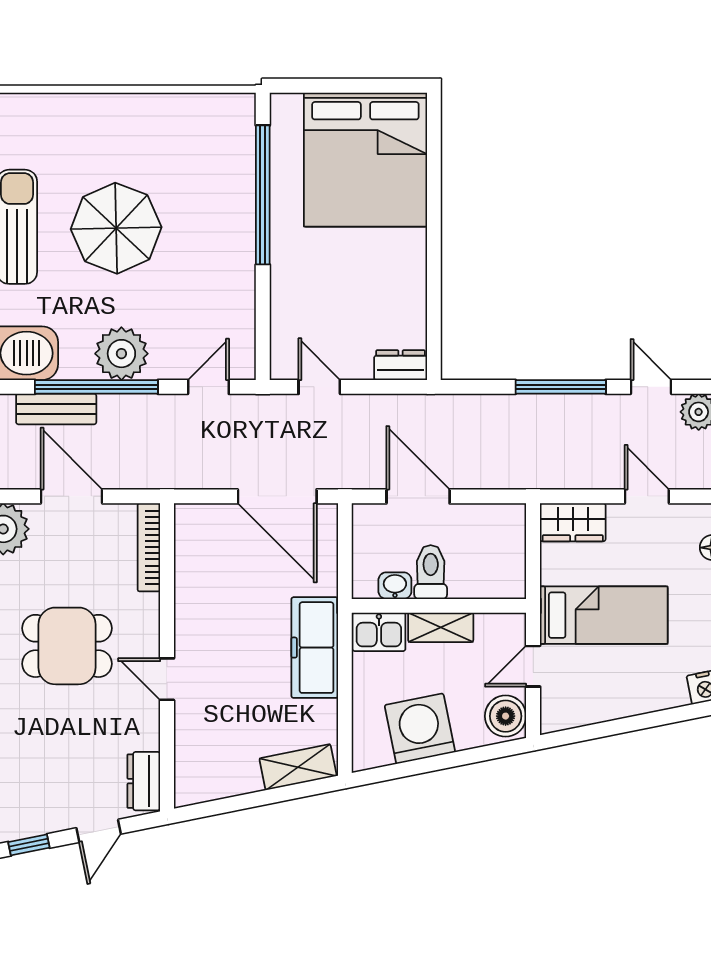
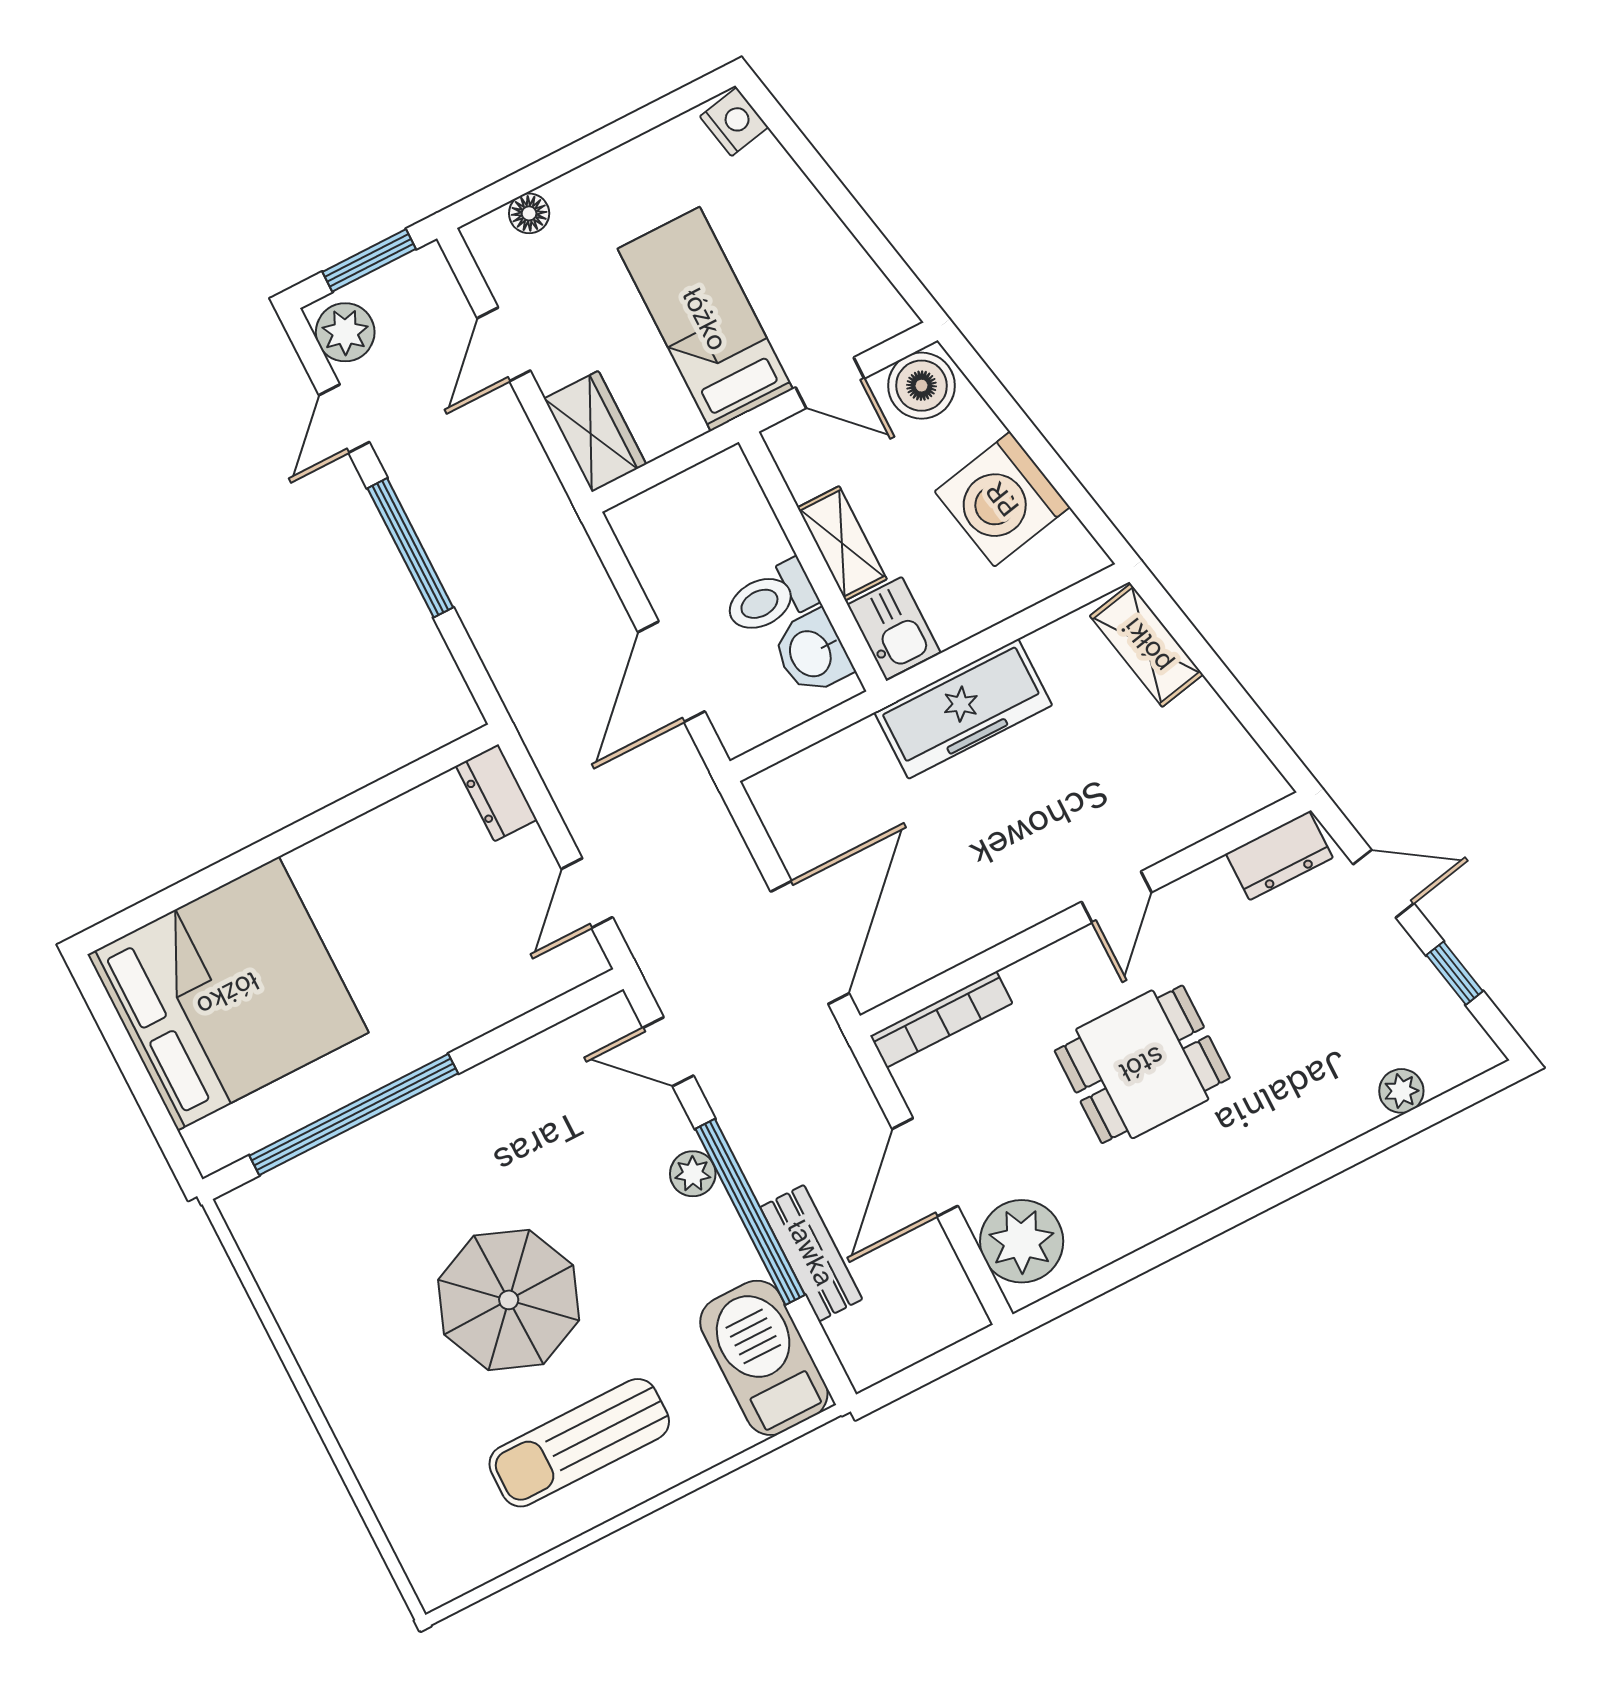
plant: (121, 354) -> (693, 1174), width x0.53, depth x0.53
door: (277, 496) -> (810, 942), moved
washbasin: (395, 586) -> (812, 653), width x1.38, depth x1.45
dining table: (67, 646) -> (1142, 1064), turned 90

